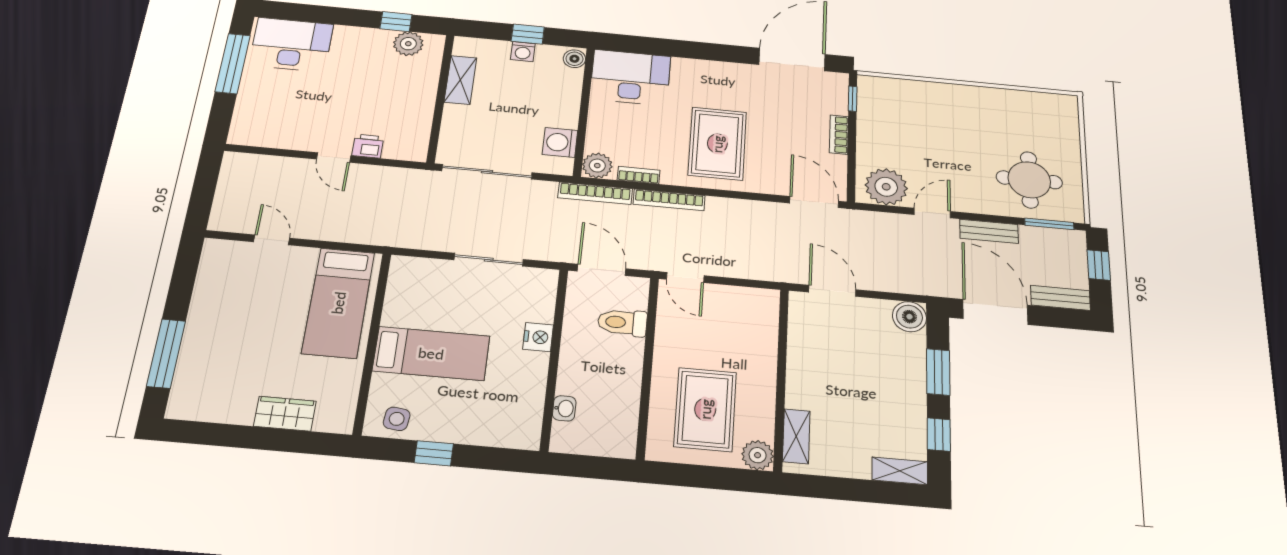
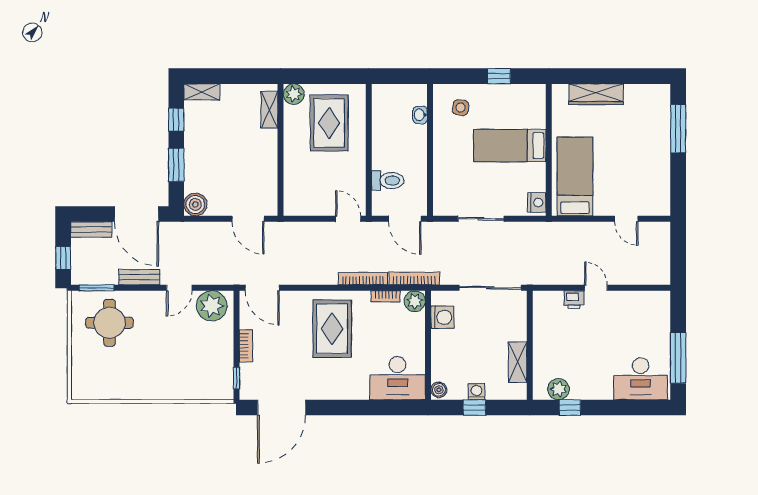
nightstand: (538, 337) -> (537, 203), moved, turned 180
wardrobe: (285, 414) -> (596, 94), width x1.50
side table: (397, 419) -> (461, 108), moved

